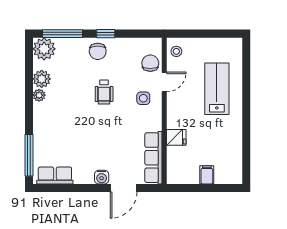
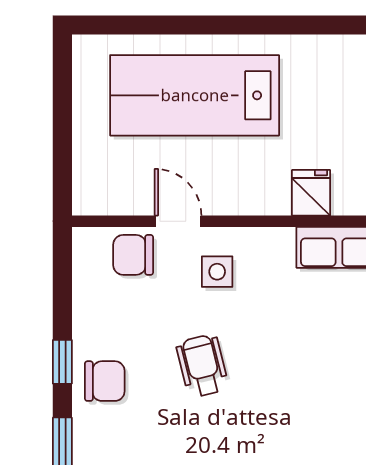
stool: (176, 51) -> (105, 192), removed
lab bench: (217, 89) -> (195, 95), width x1.36, depth x1.39
wheelchair: (104, 92) -> (202, 366), turned -104

